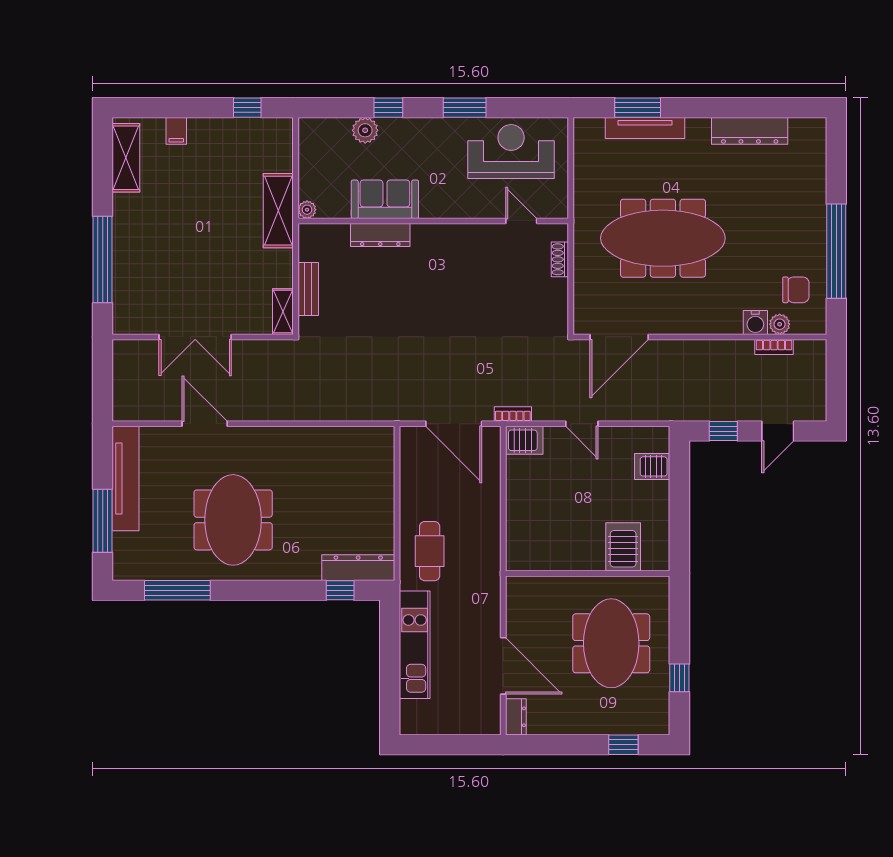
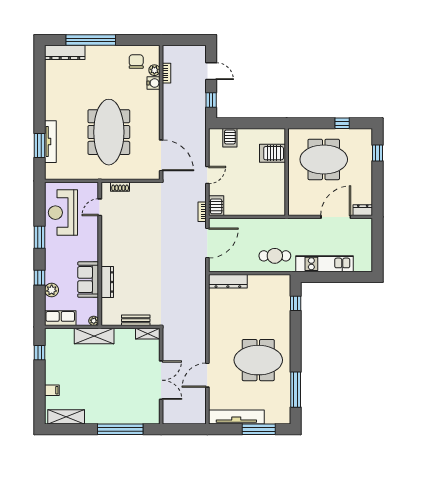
dresser: (750, 131) -> (65, 52), moved, turned 90
row of seats: (312, 147) -> (60, 318), added
window: (836, 251) -> (91, 40), moved
dresser: (358, 568) -> (228, 281), moved, turned -90

